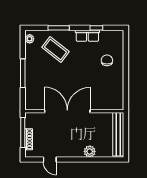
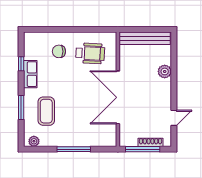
coffee table: (55, 49) -> (46, 111), turned -38
wheelchair: (105, 87) -> (90, 53), added

